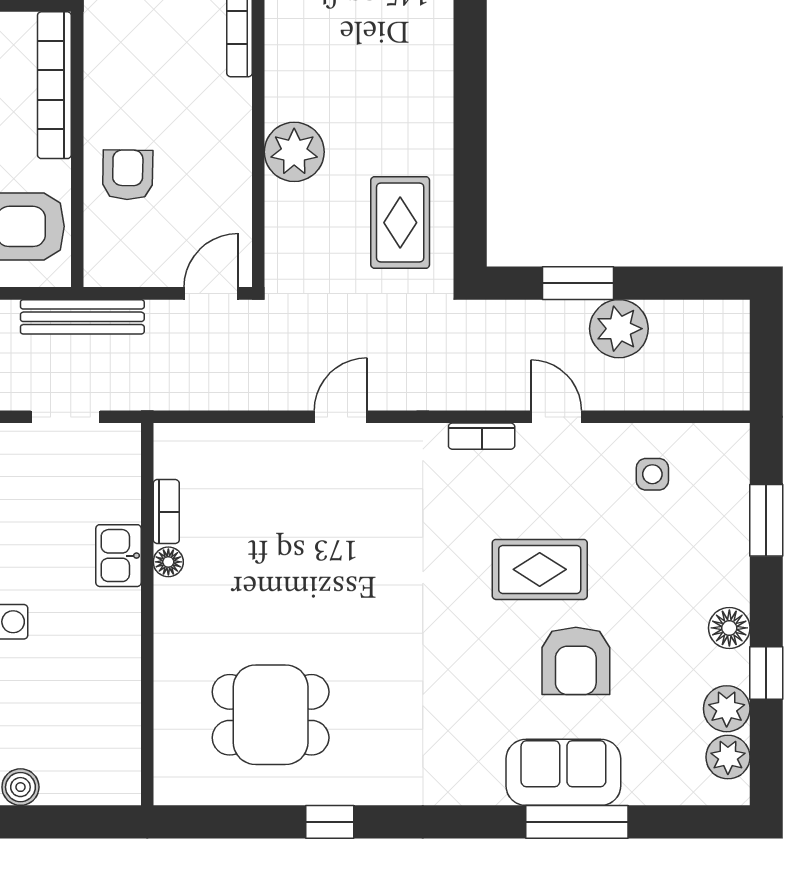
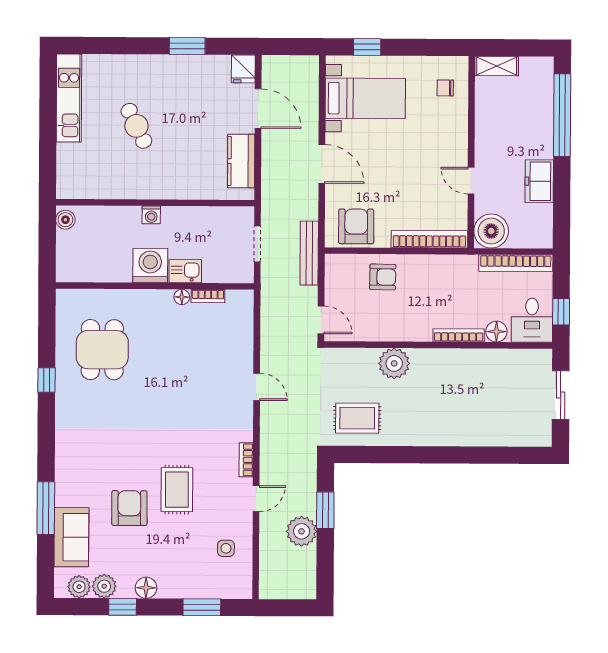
washing machine: (108, 623) -> (150, 265), added
armchair: (576, 661) -> (129, 508), turned 90
sofa: (563, 772) -> (71, 537), moved

